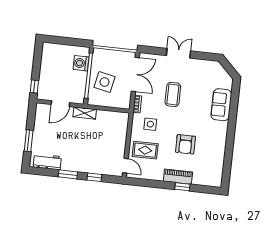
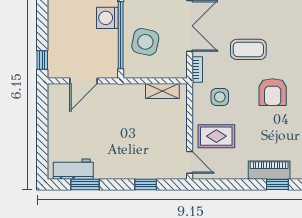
coffee table: (173, 94) -> (248, 49), turned 90
shelving: (85, 113) -> (162, 91), moved
window: (29, 141) -> (42, 141), removed
armchair: (185, 144) -> (273, 92), moved
window: (68, 174) -> (85, 184), moved

